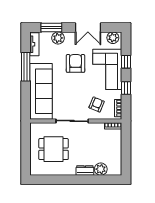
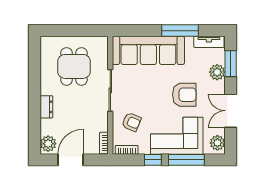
window: (126, 62) -> (186, 160), width x2.17
door: (126, 152) -> (71, 160), added
plant: (101, 169) -> (48, 144), moved

